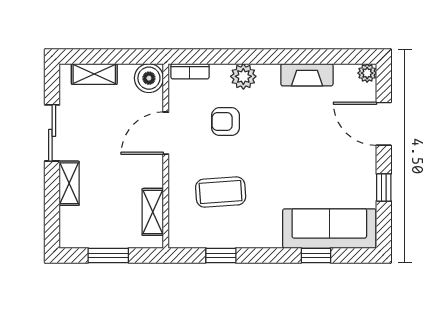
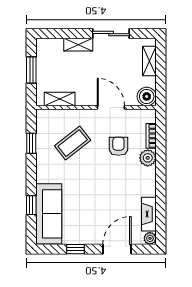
bookcase: (190, 71) -> (151, 136), moved
fireplace: (307, 75) -> (149, 214), moved
coffee table: (221, 192) -> (73, 143), turned 56

